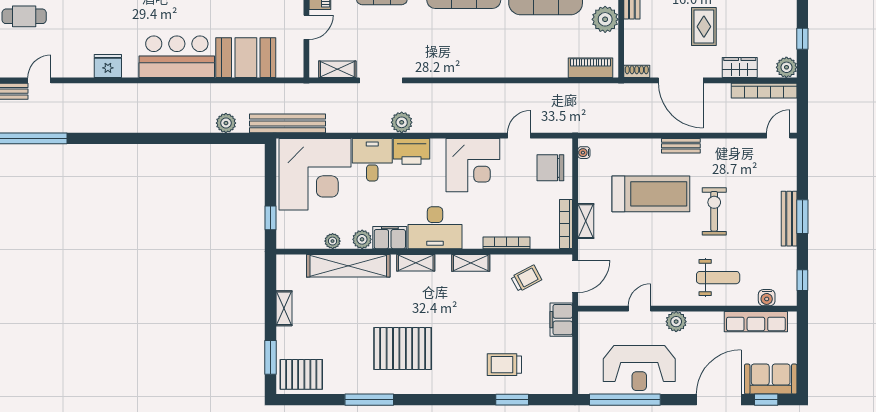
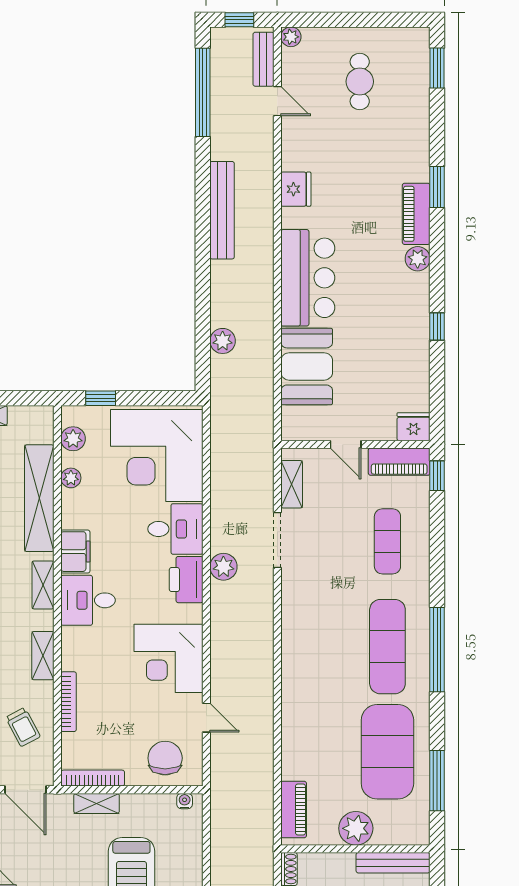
bench: (288, 123) -> (222, 210), moved
desk: (435, 228) -> (88, 600), width x0.73
plant: (362, 239) -> (73, 439), moved

